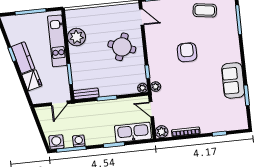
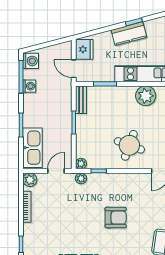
fridge: (32, 80) -> (84, 49), moved, turned -75

